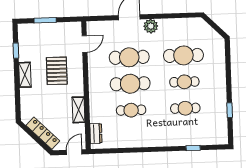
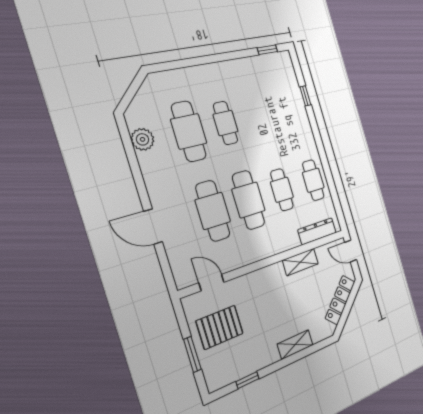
plant: (151, 26) -> (143, 139), moved
pallet: (57, 71) -> (220, 327), moved
shelving: (25, 75) -> (295, 345), moved
cafe table: (185, 108) -> (313, 180), moved
window: (230, 110) -> (267, 50), moved
dresser: (96, 133) -> (317, 231), width x1.44

